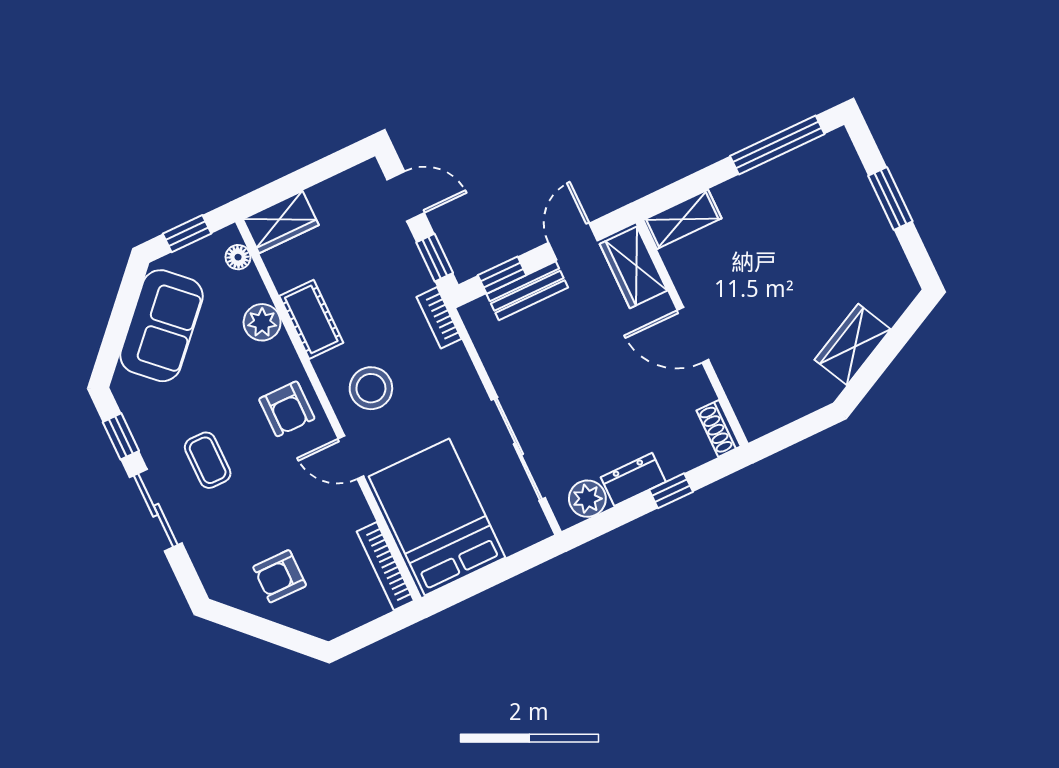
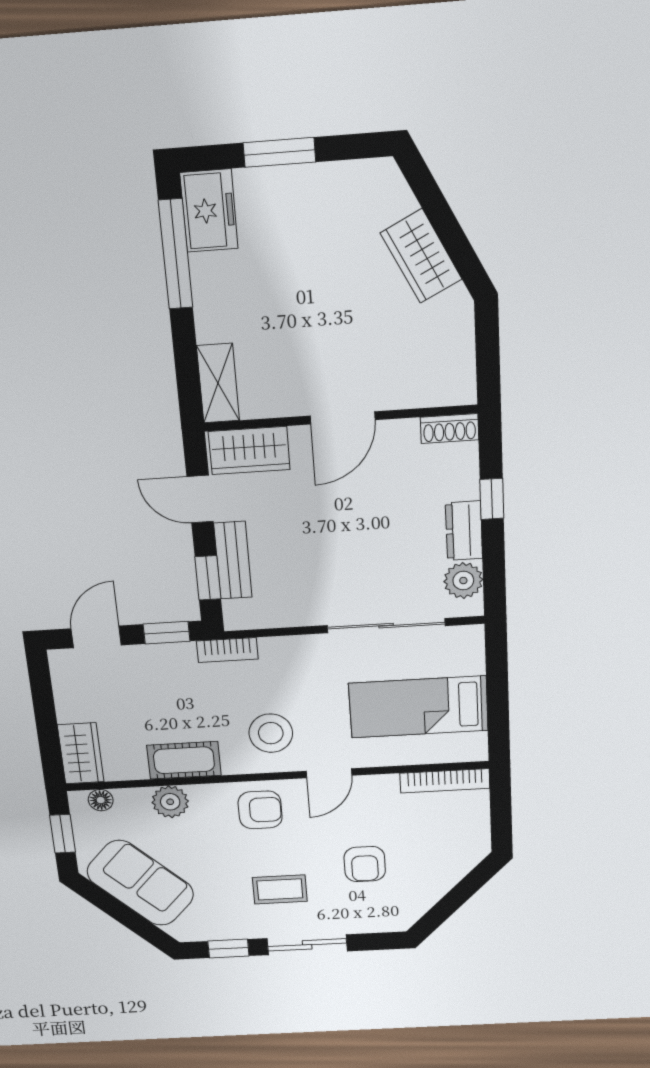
freezer: (823, 159) -> (209, 211), added
bed: (437, 517) -> (418, 707), width x0.67
armchair: (280, 576) -> (365, 864), moved

